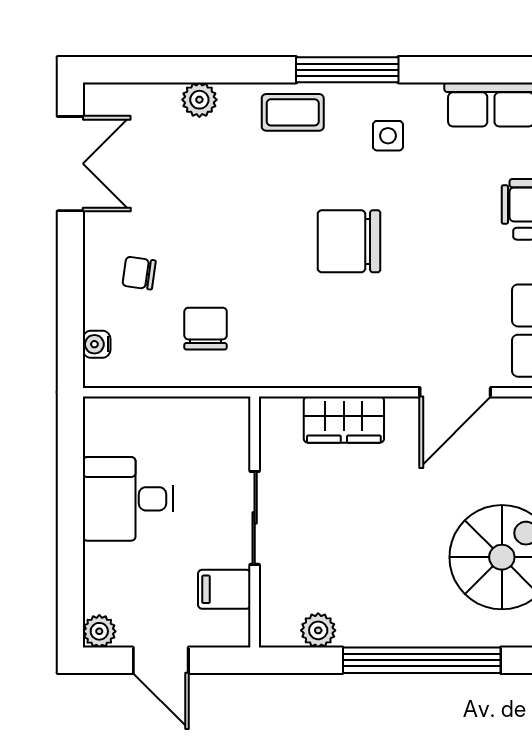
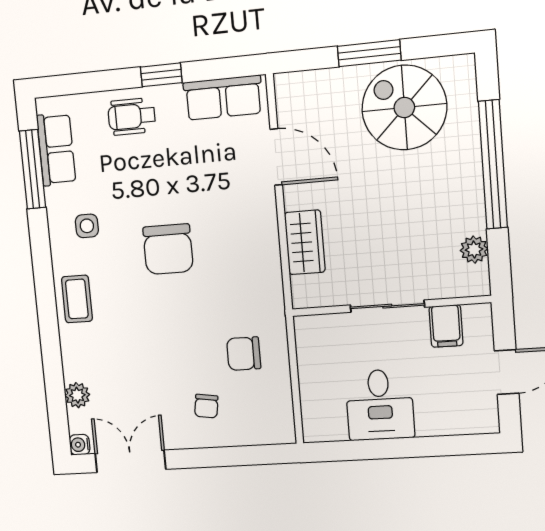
window: (347, 70) -> (33, 169), moved
plant: (199, 100) -> (77, 395), moved
water cooler: (97, 344) -> (80, 445), moved, turned 90
plant: (99, 631) -> (486, 421), removed

